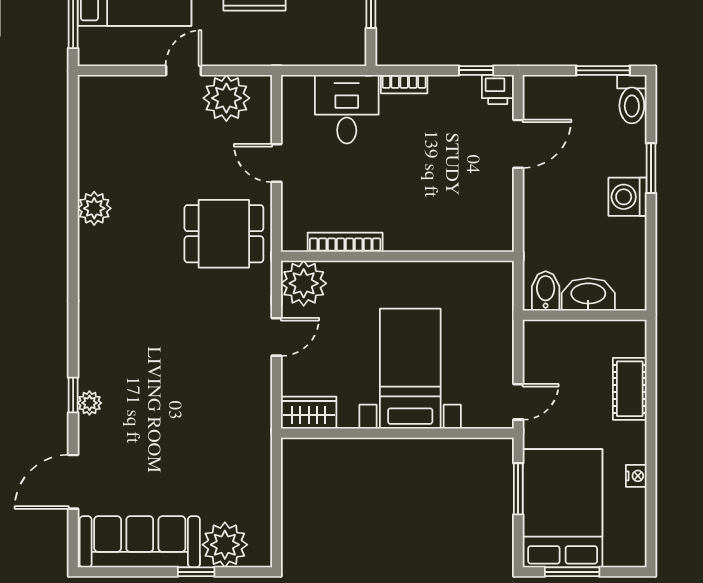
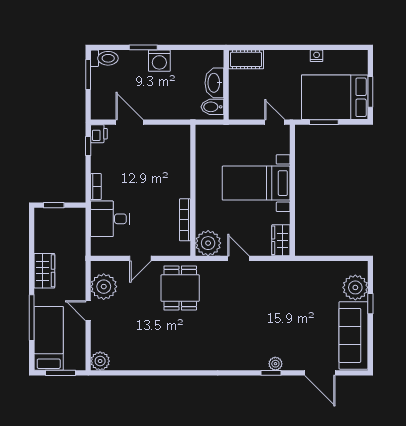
plant: (94, 208) -> (100, 361), moved
cot: (630, 389) -> (246, 59), moved

